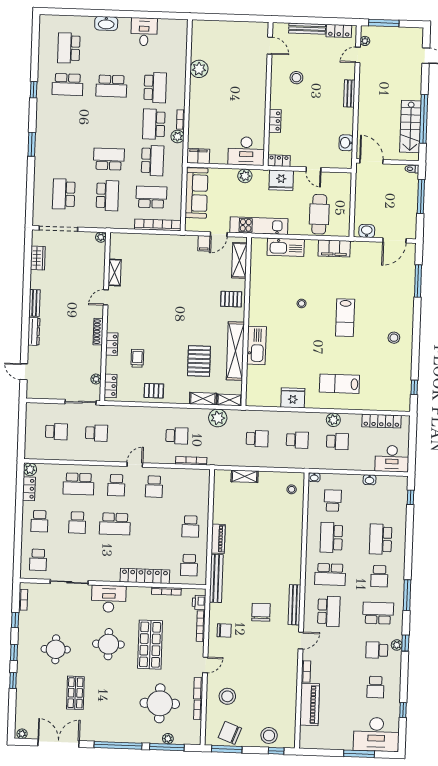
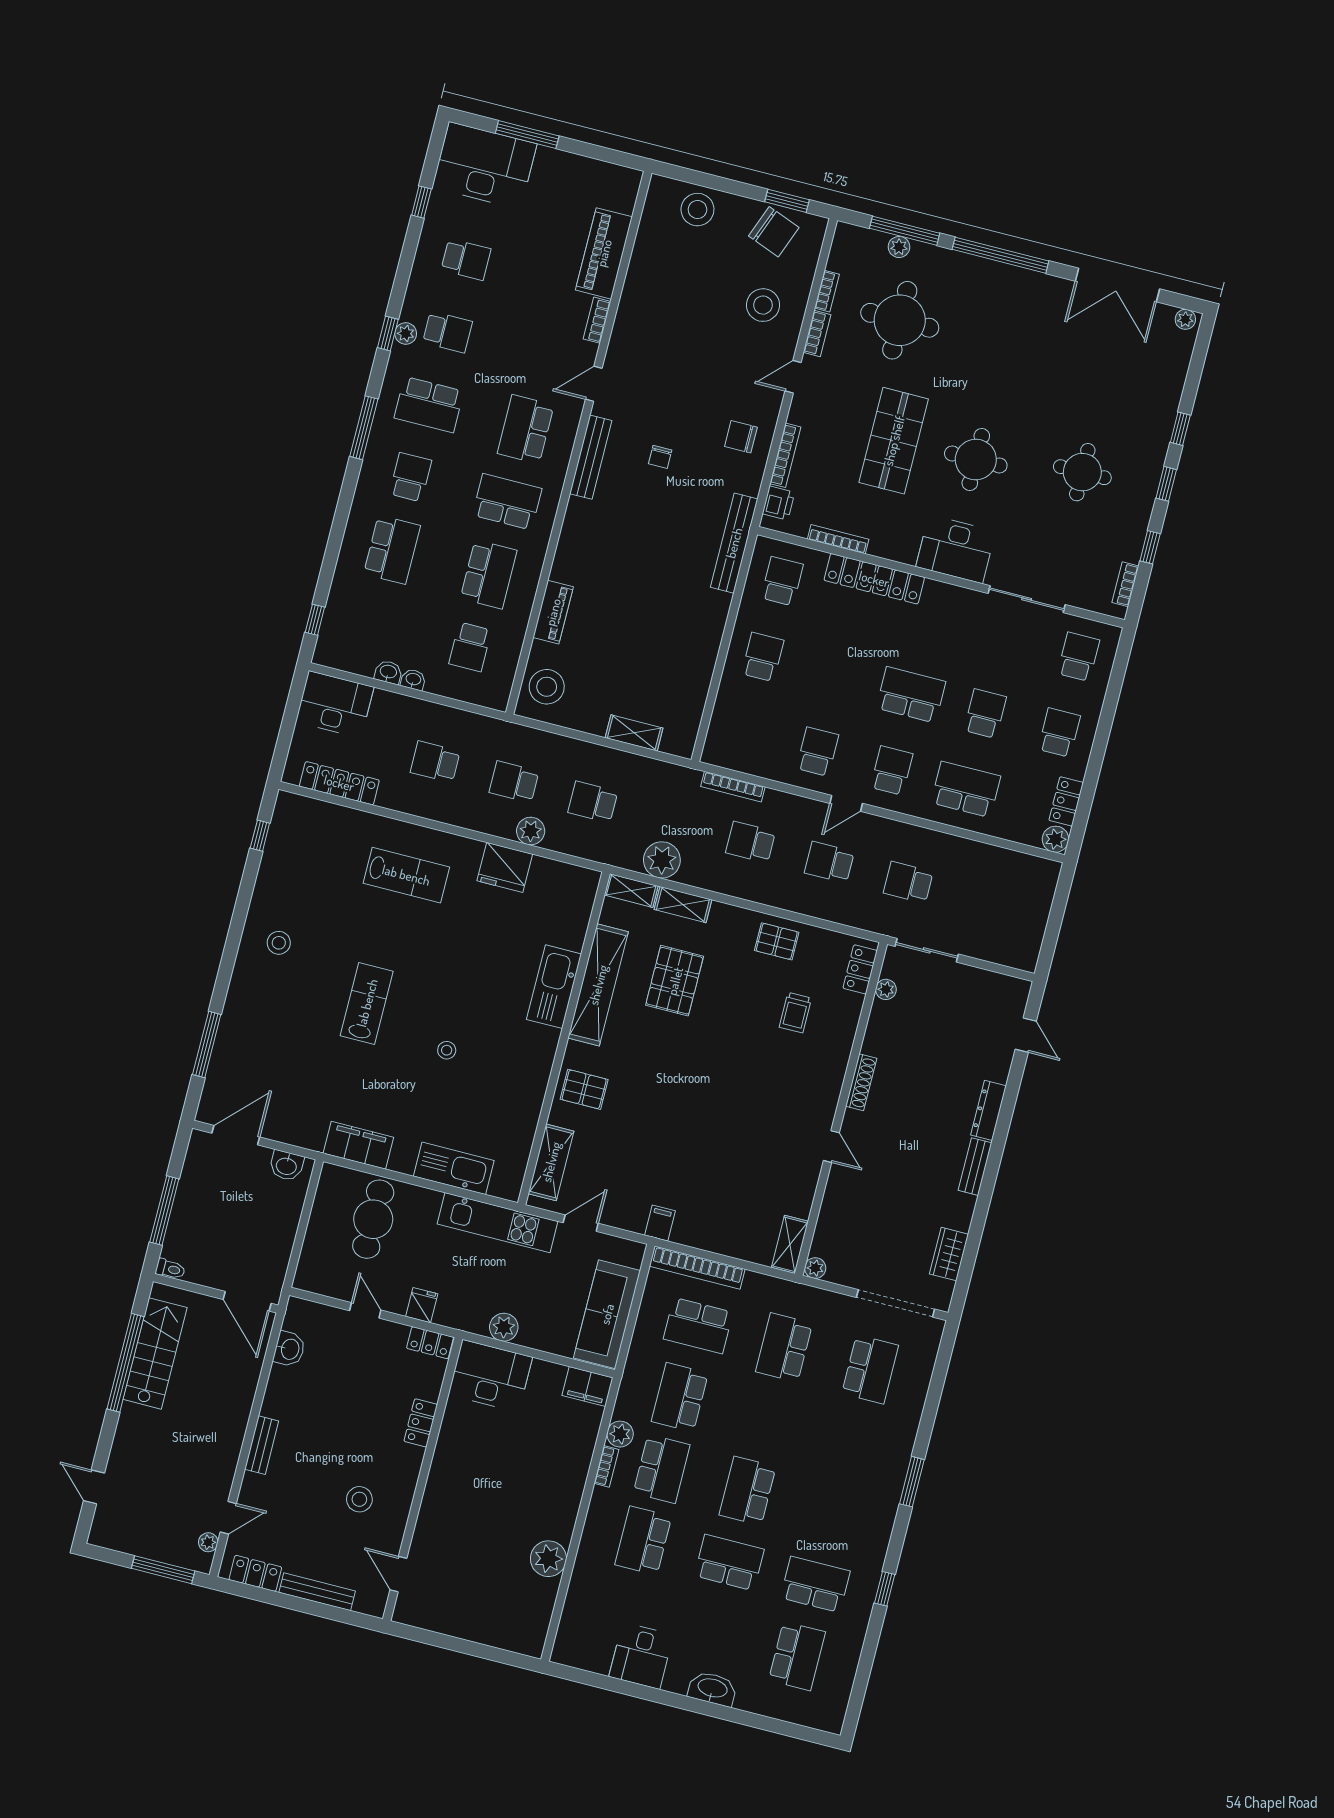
school desk: (109, 159) -> (748, 1491), moved, turned 90
fridge: (281, 180) -> (422, 1305), width x0.53, depth x0.75
filing cabinet: (204, 243) -> (660, 1223), moved
shelving: (115, 272) -> (790, 1244), moved
door: (106, 297) -> (831, 1147), hinge flipped
locker: (112, 344) -> (840, 1052), removed
plant: (333, 420) -> (531, 831), moved
school desk: (56, 432) -> (829, 862), moved
washbasin: (314, 477) -> (413, 680), moved
stool: (292, 489) -> (547, 687), width x1.89, depth x1.89
piano: (218, 539) -> (553, 612), moved, turned 180
chair: (261, 612) -> (660, 457), width x0.54, depth x0.54
school desk: (375, 687) -> (466, 259), turned 90
shop shelf: (75, 693) -> (1062, 378), removed
window: (227, 749) -> (787, 201), width x0.69
window: (276, 751) -> (690, 176), removed

